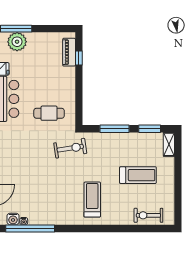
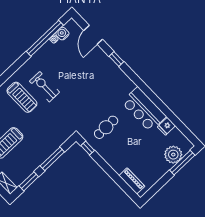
window: (79, 58) -> (88, 148), moved
exercise bike: (70, 148) -> (45, 87), moved, turned 99

